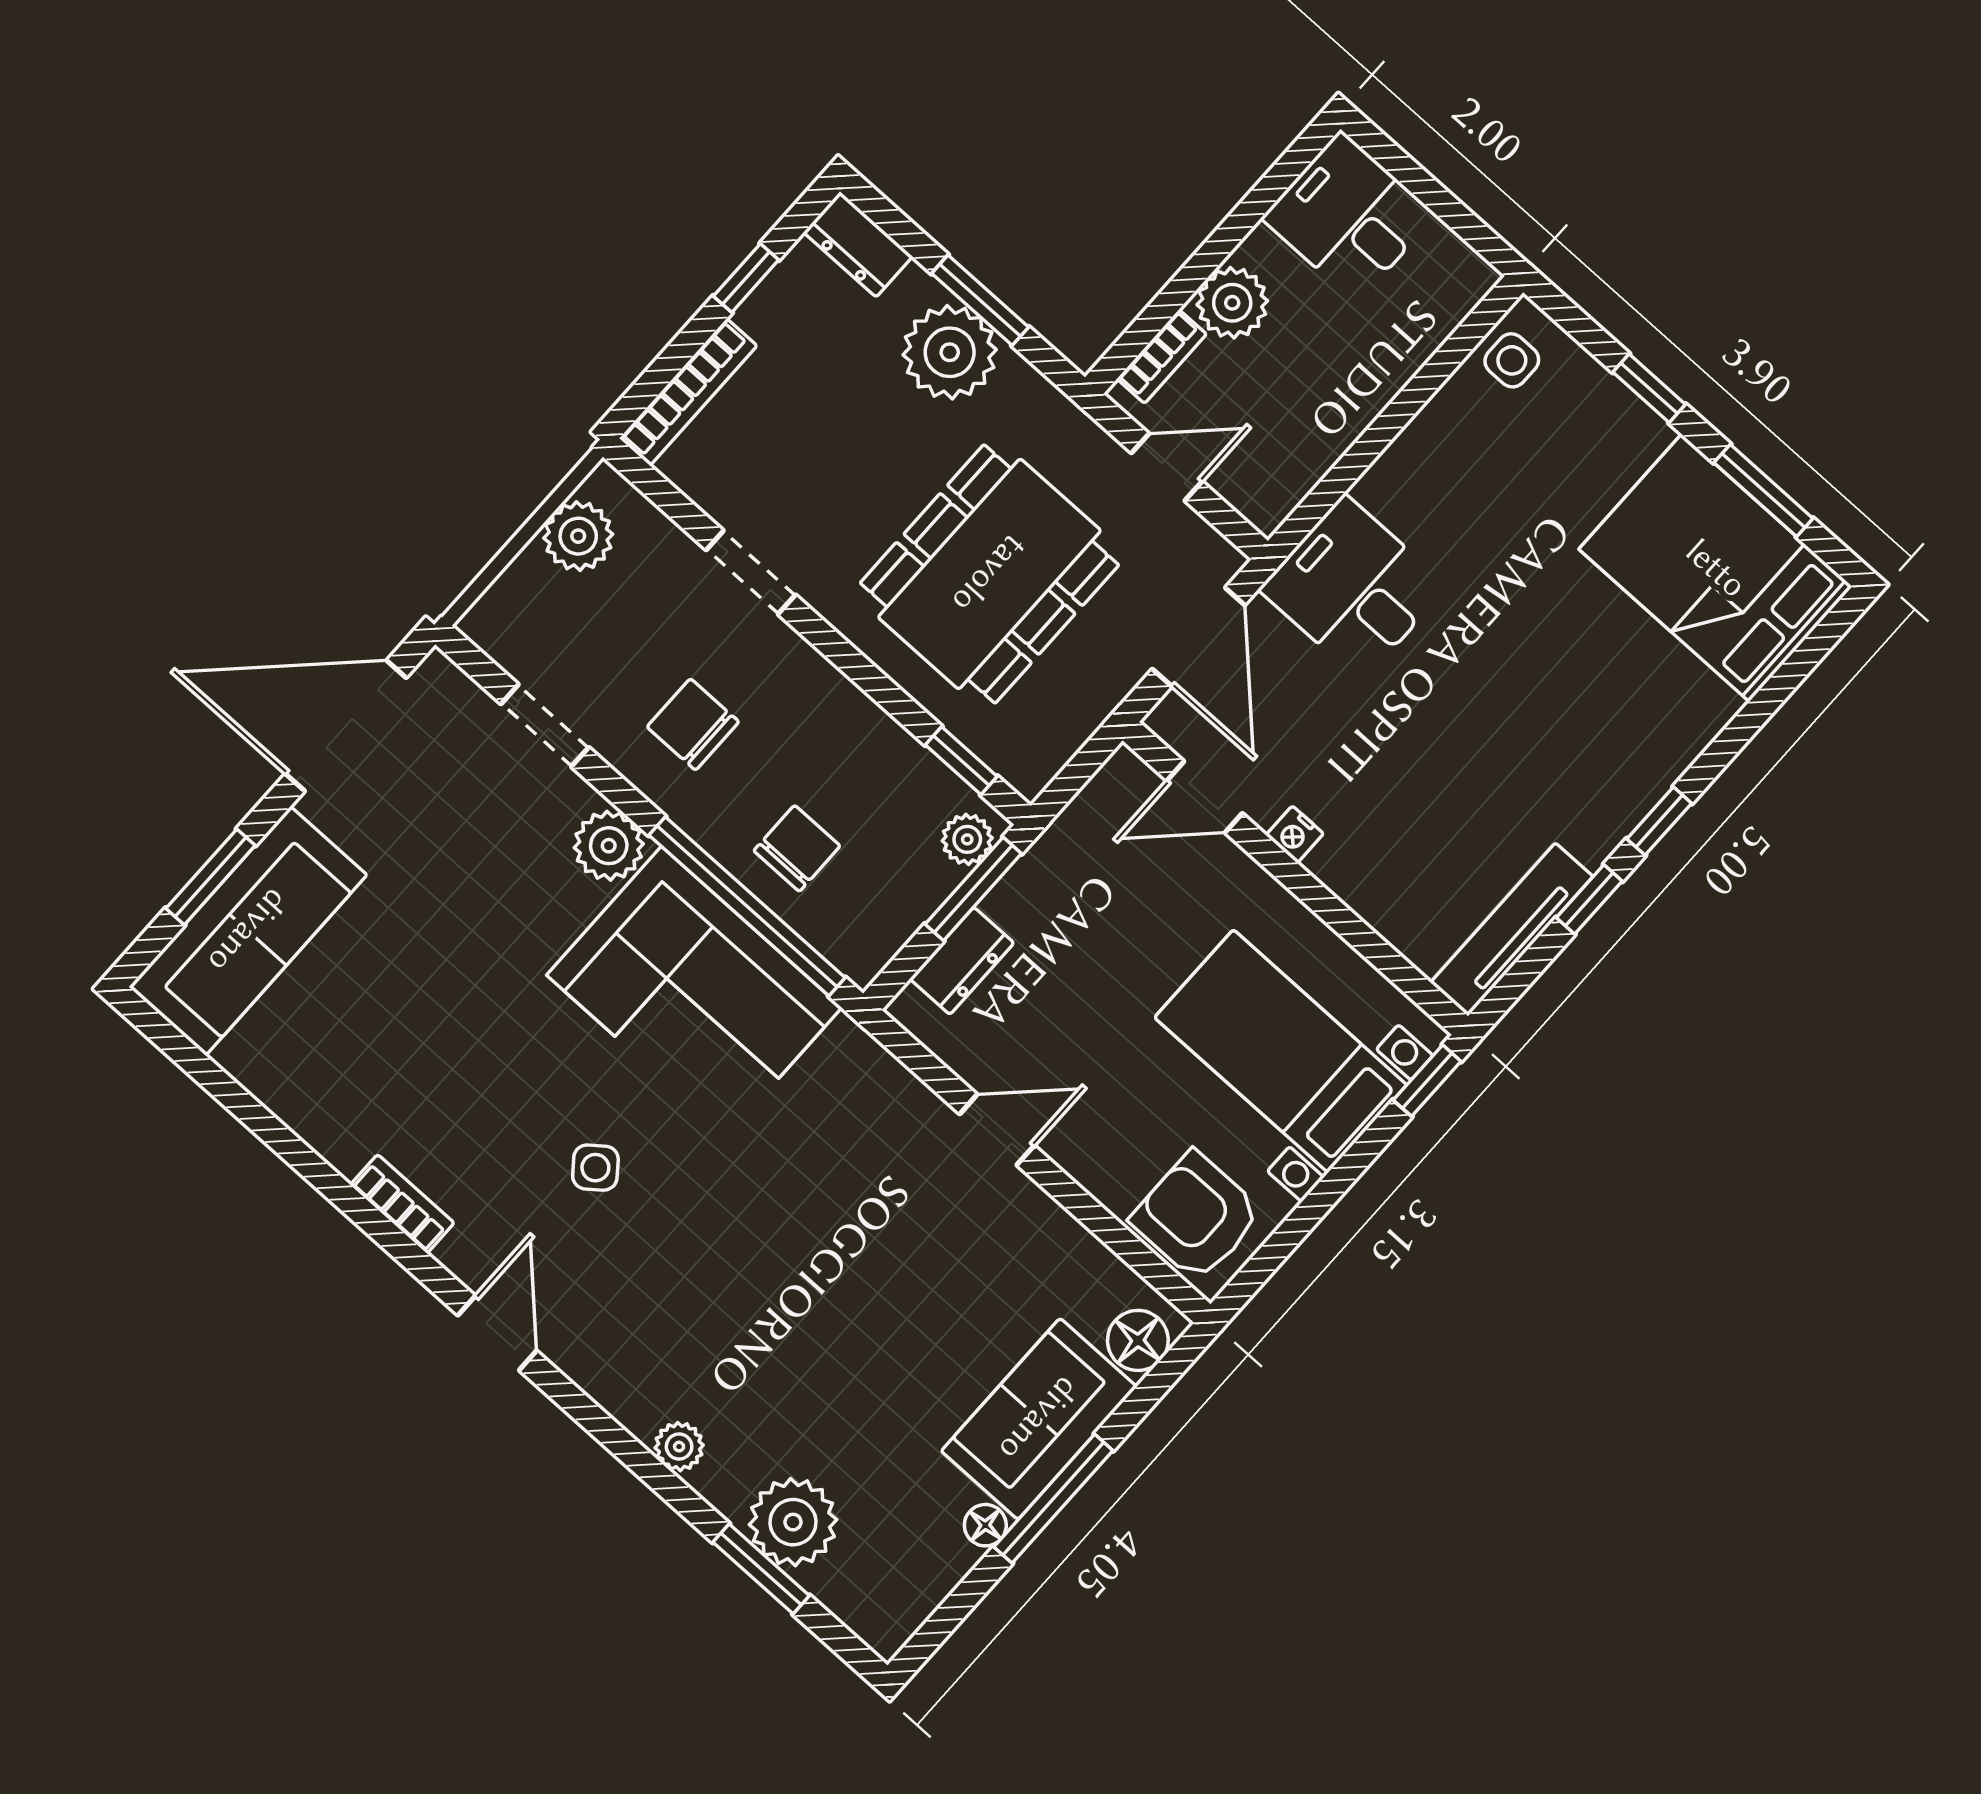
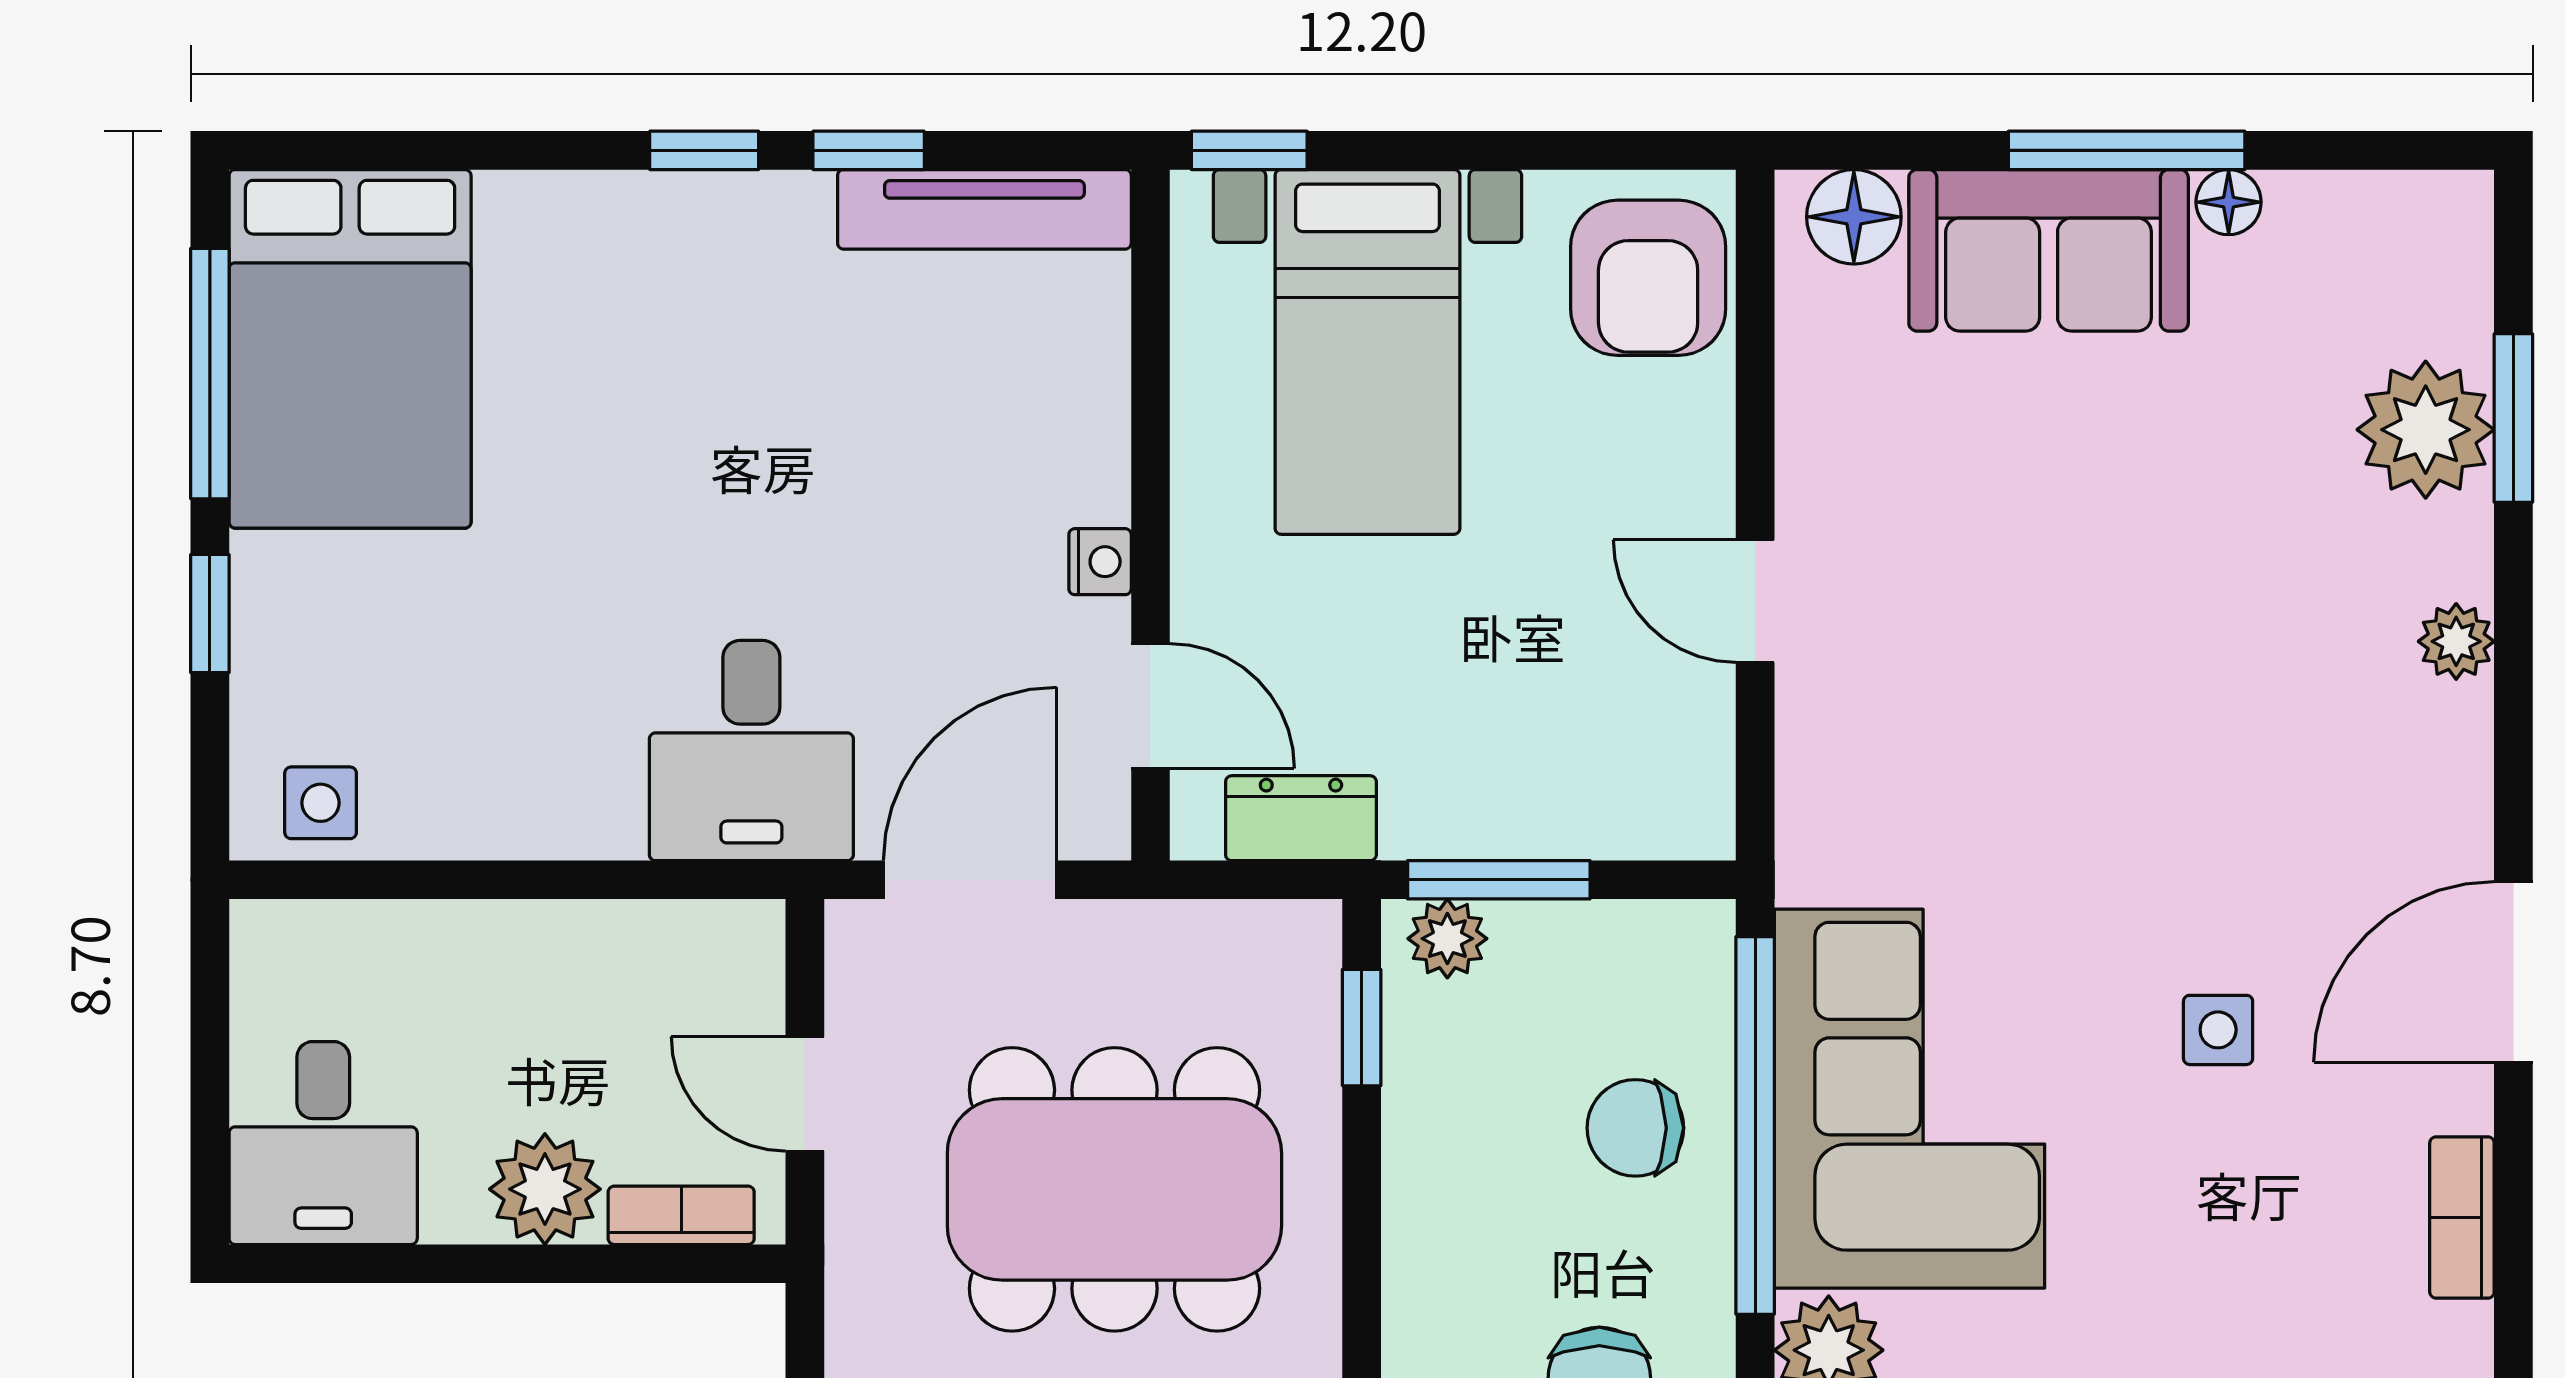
window: (1763, 490) -> (210, 374), width x1.44
dresser: (962, 961) -> (1301, 818), moved
side table: (595, 1168) -> (2218, 1030), turned 38
door: (497, 1333) -> (2513, 972), width x1.37

